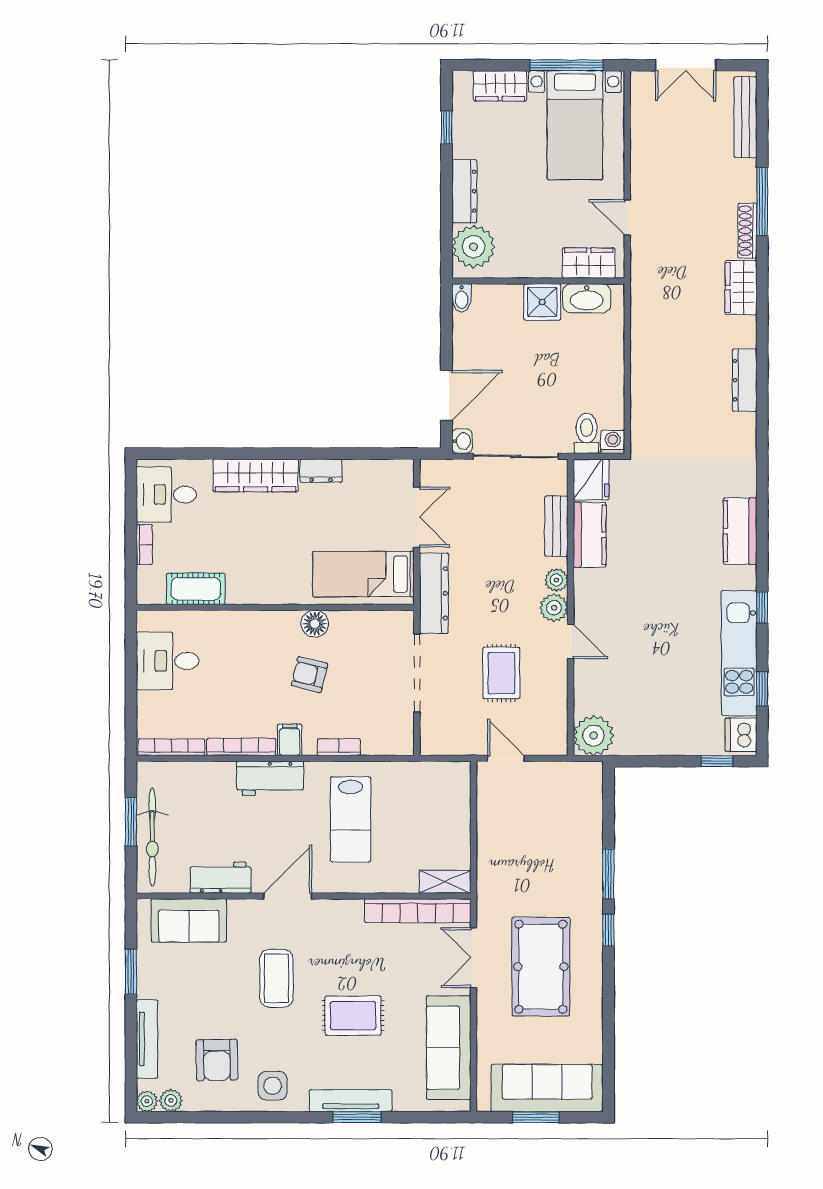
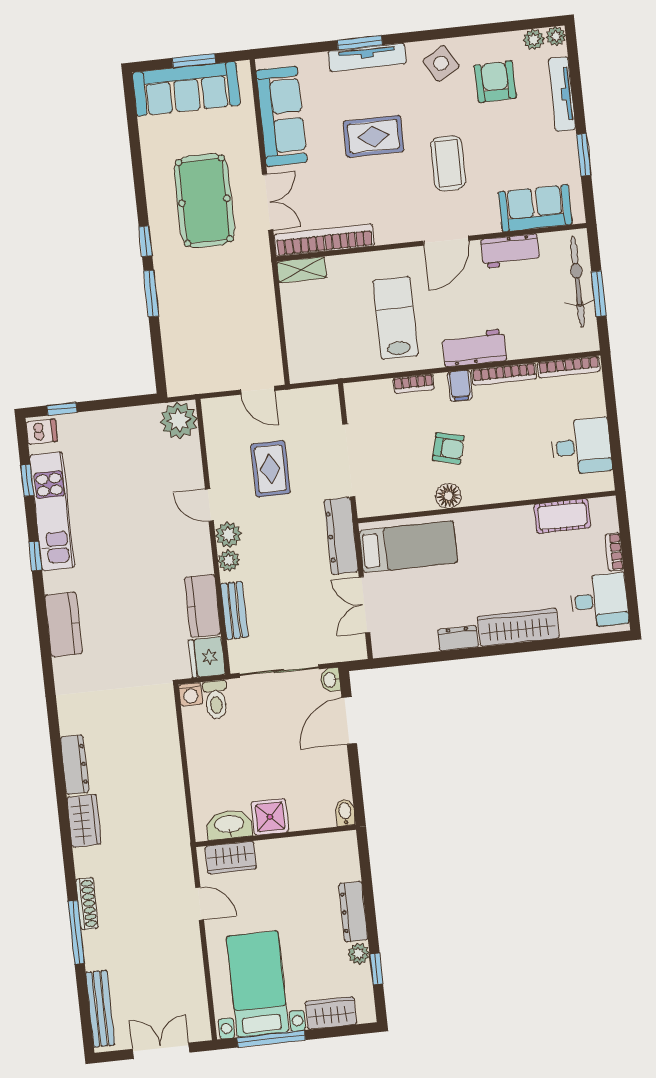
plant: (474, 247) -> (359, 954), moved, width x0.53, depth x0.53
wardrobe: (741, 288) -> (84, 821), moved
dishwasher: (741, 735) -> (42, 432), width x0.73
side table: (273, 1086) -> (441, 63), turned -30

